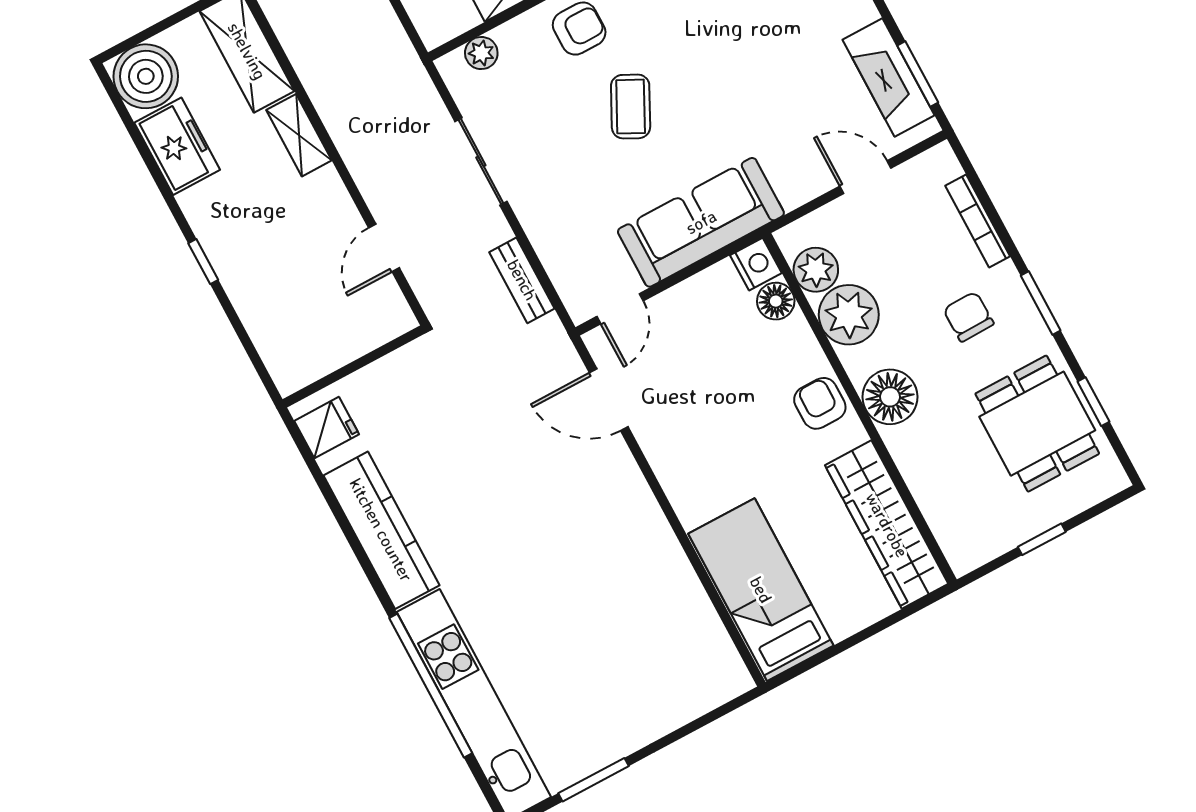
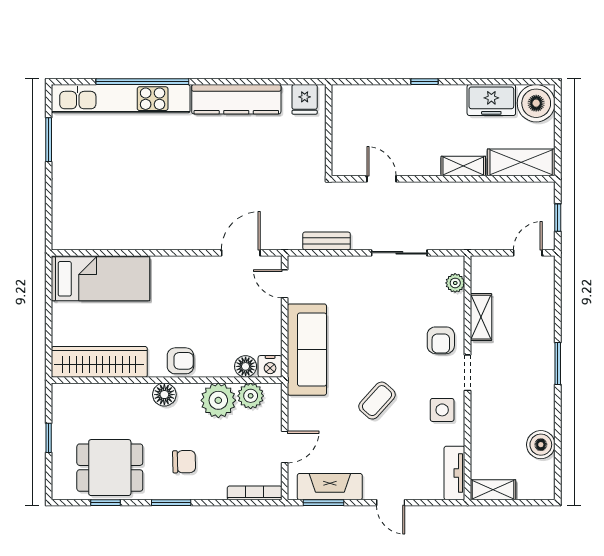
coffee table: (631, 107) -> (377, 401), moved, turned -75
bookcase: (978, 221) -> (255, 493), moved
floor lamp: (890, 397) -> (164, 395), width x0.73, depth x0.73

